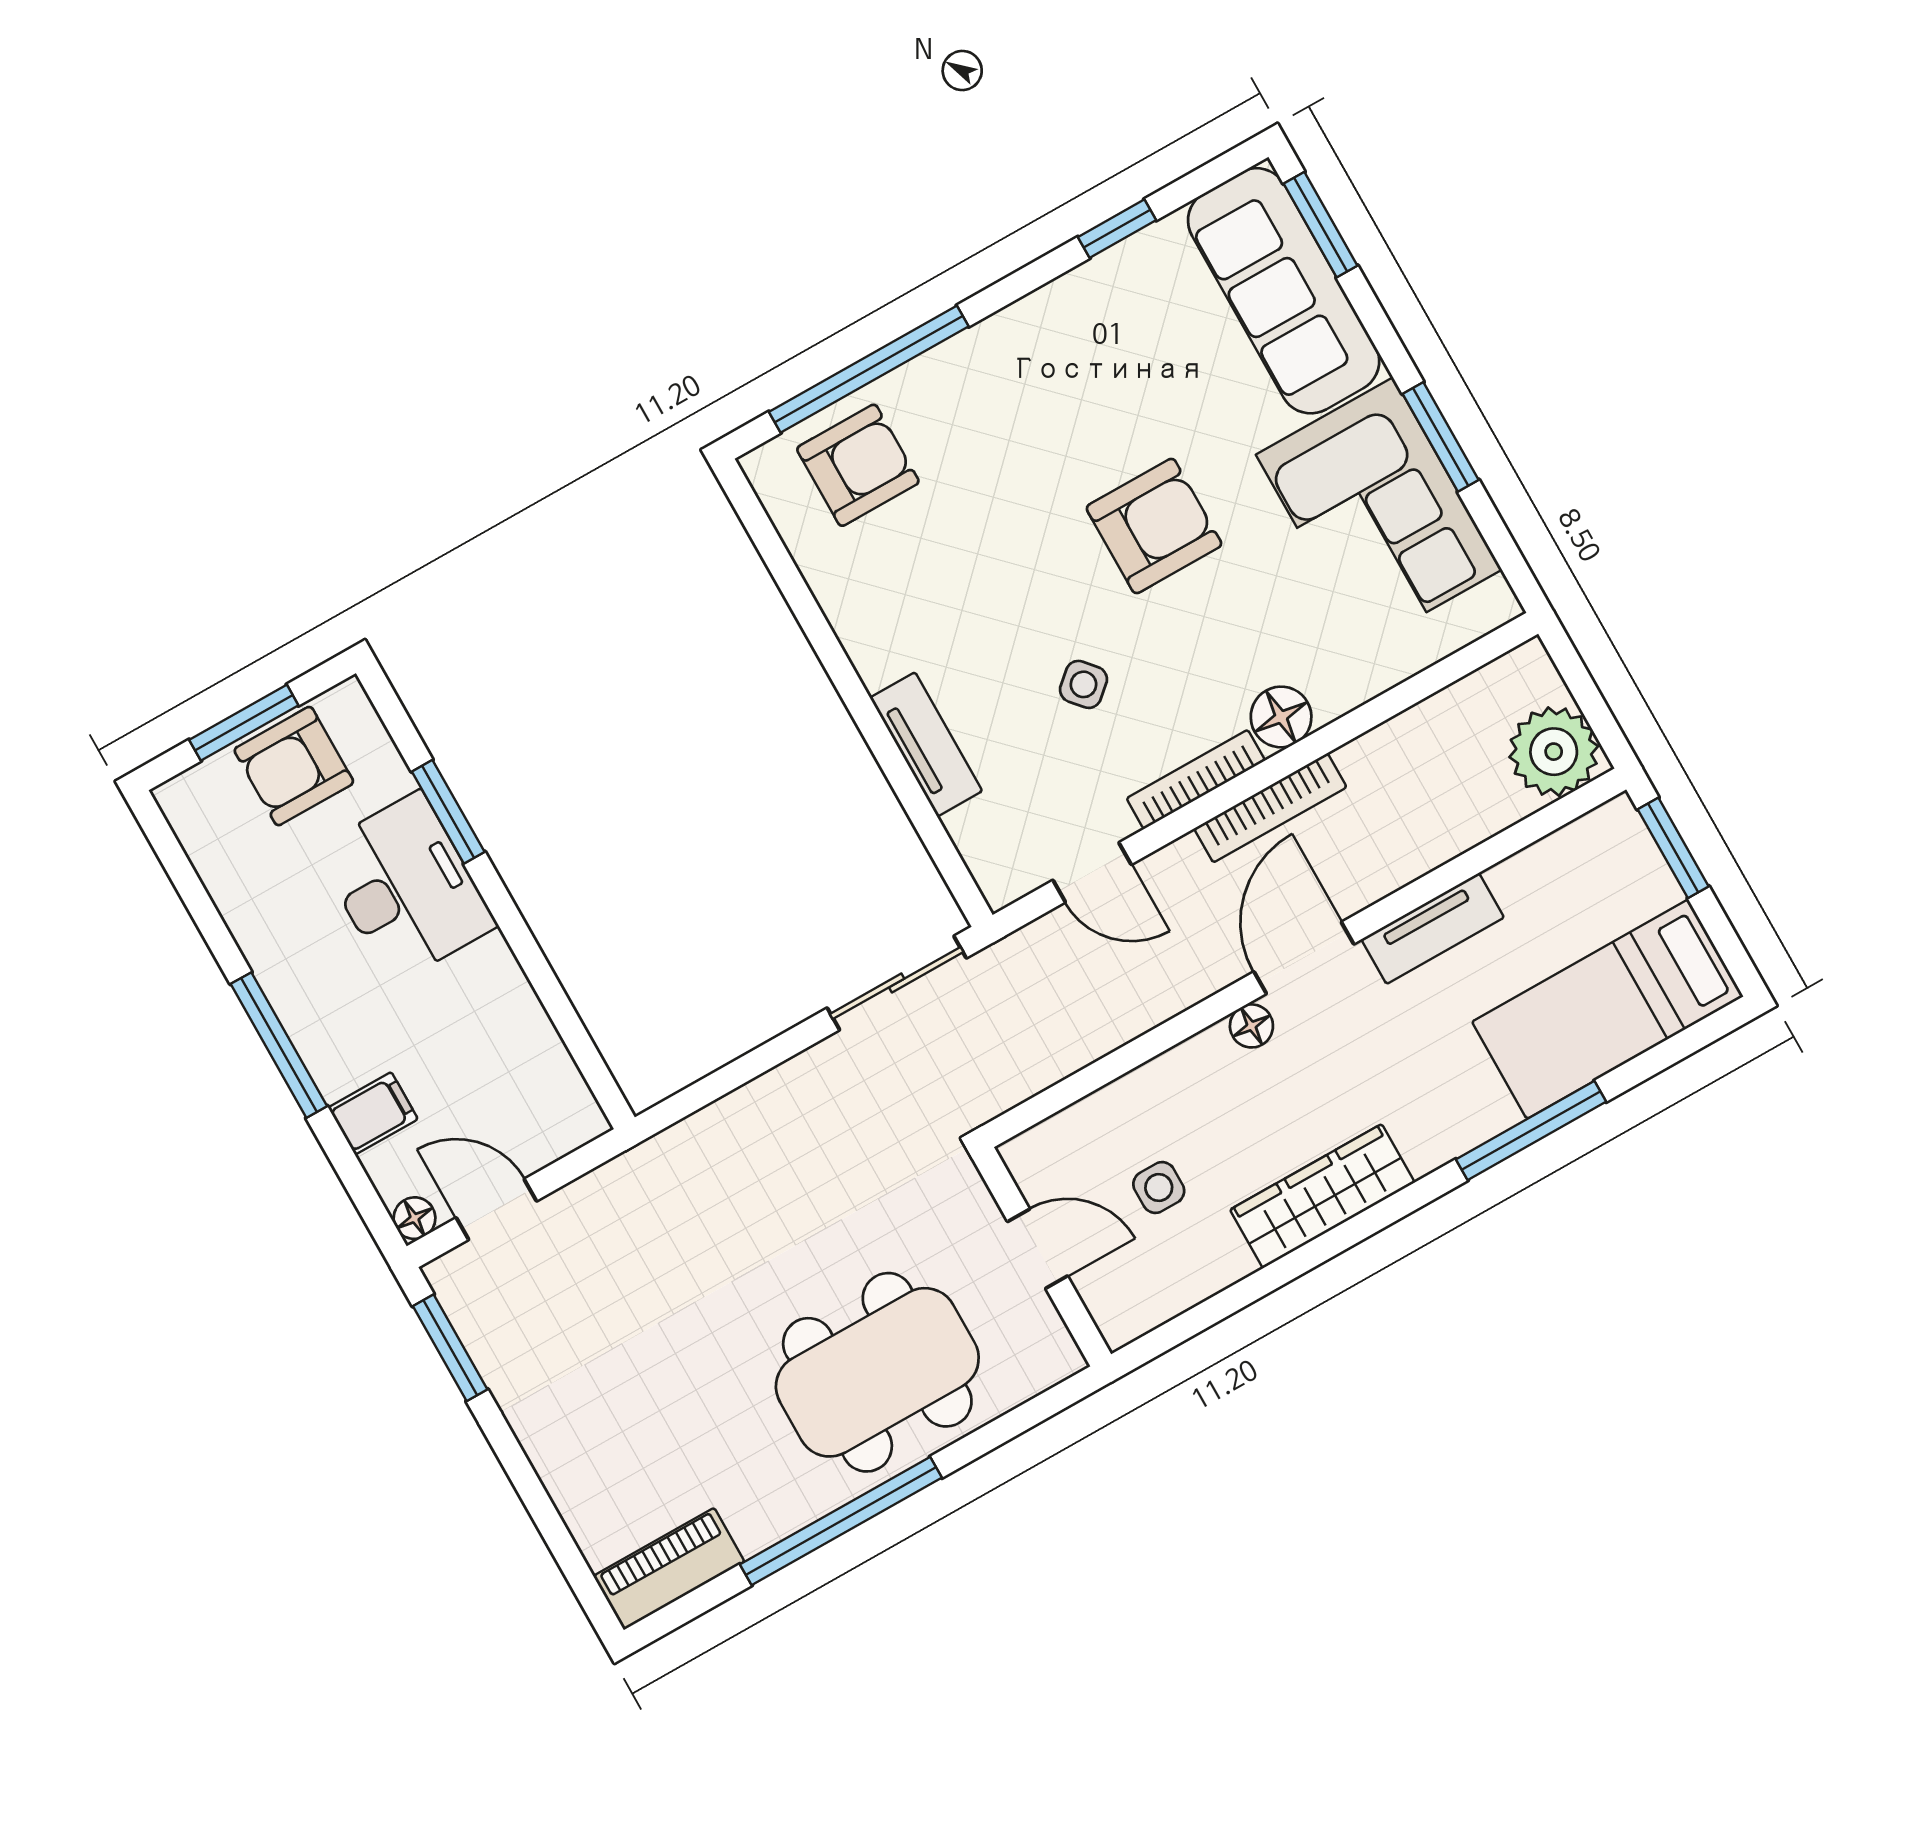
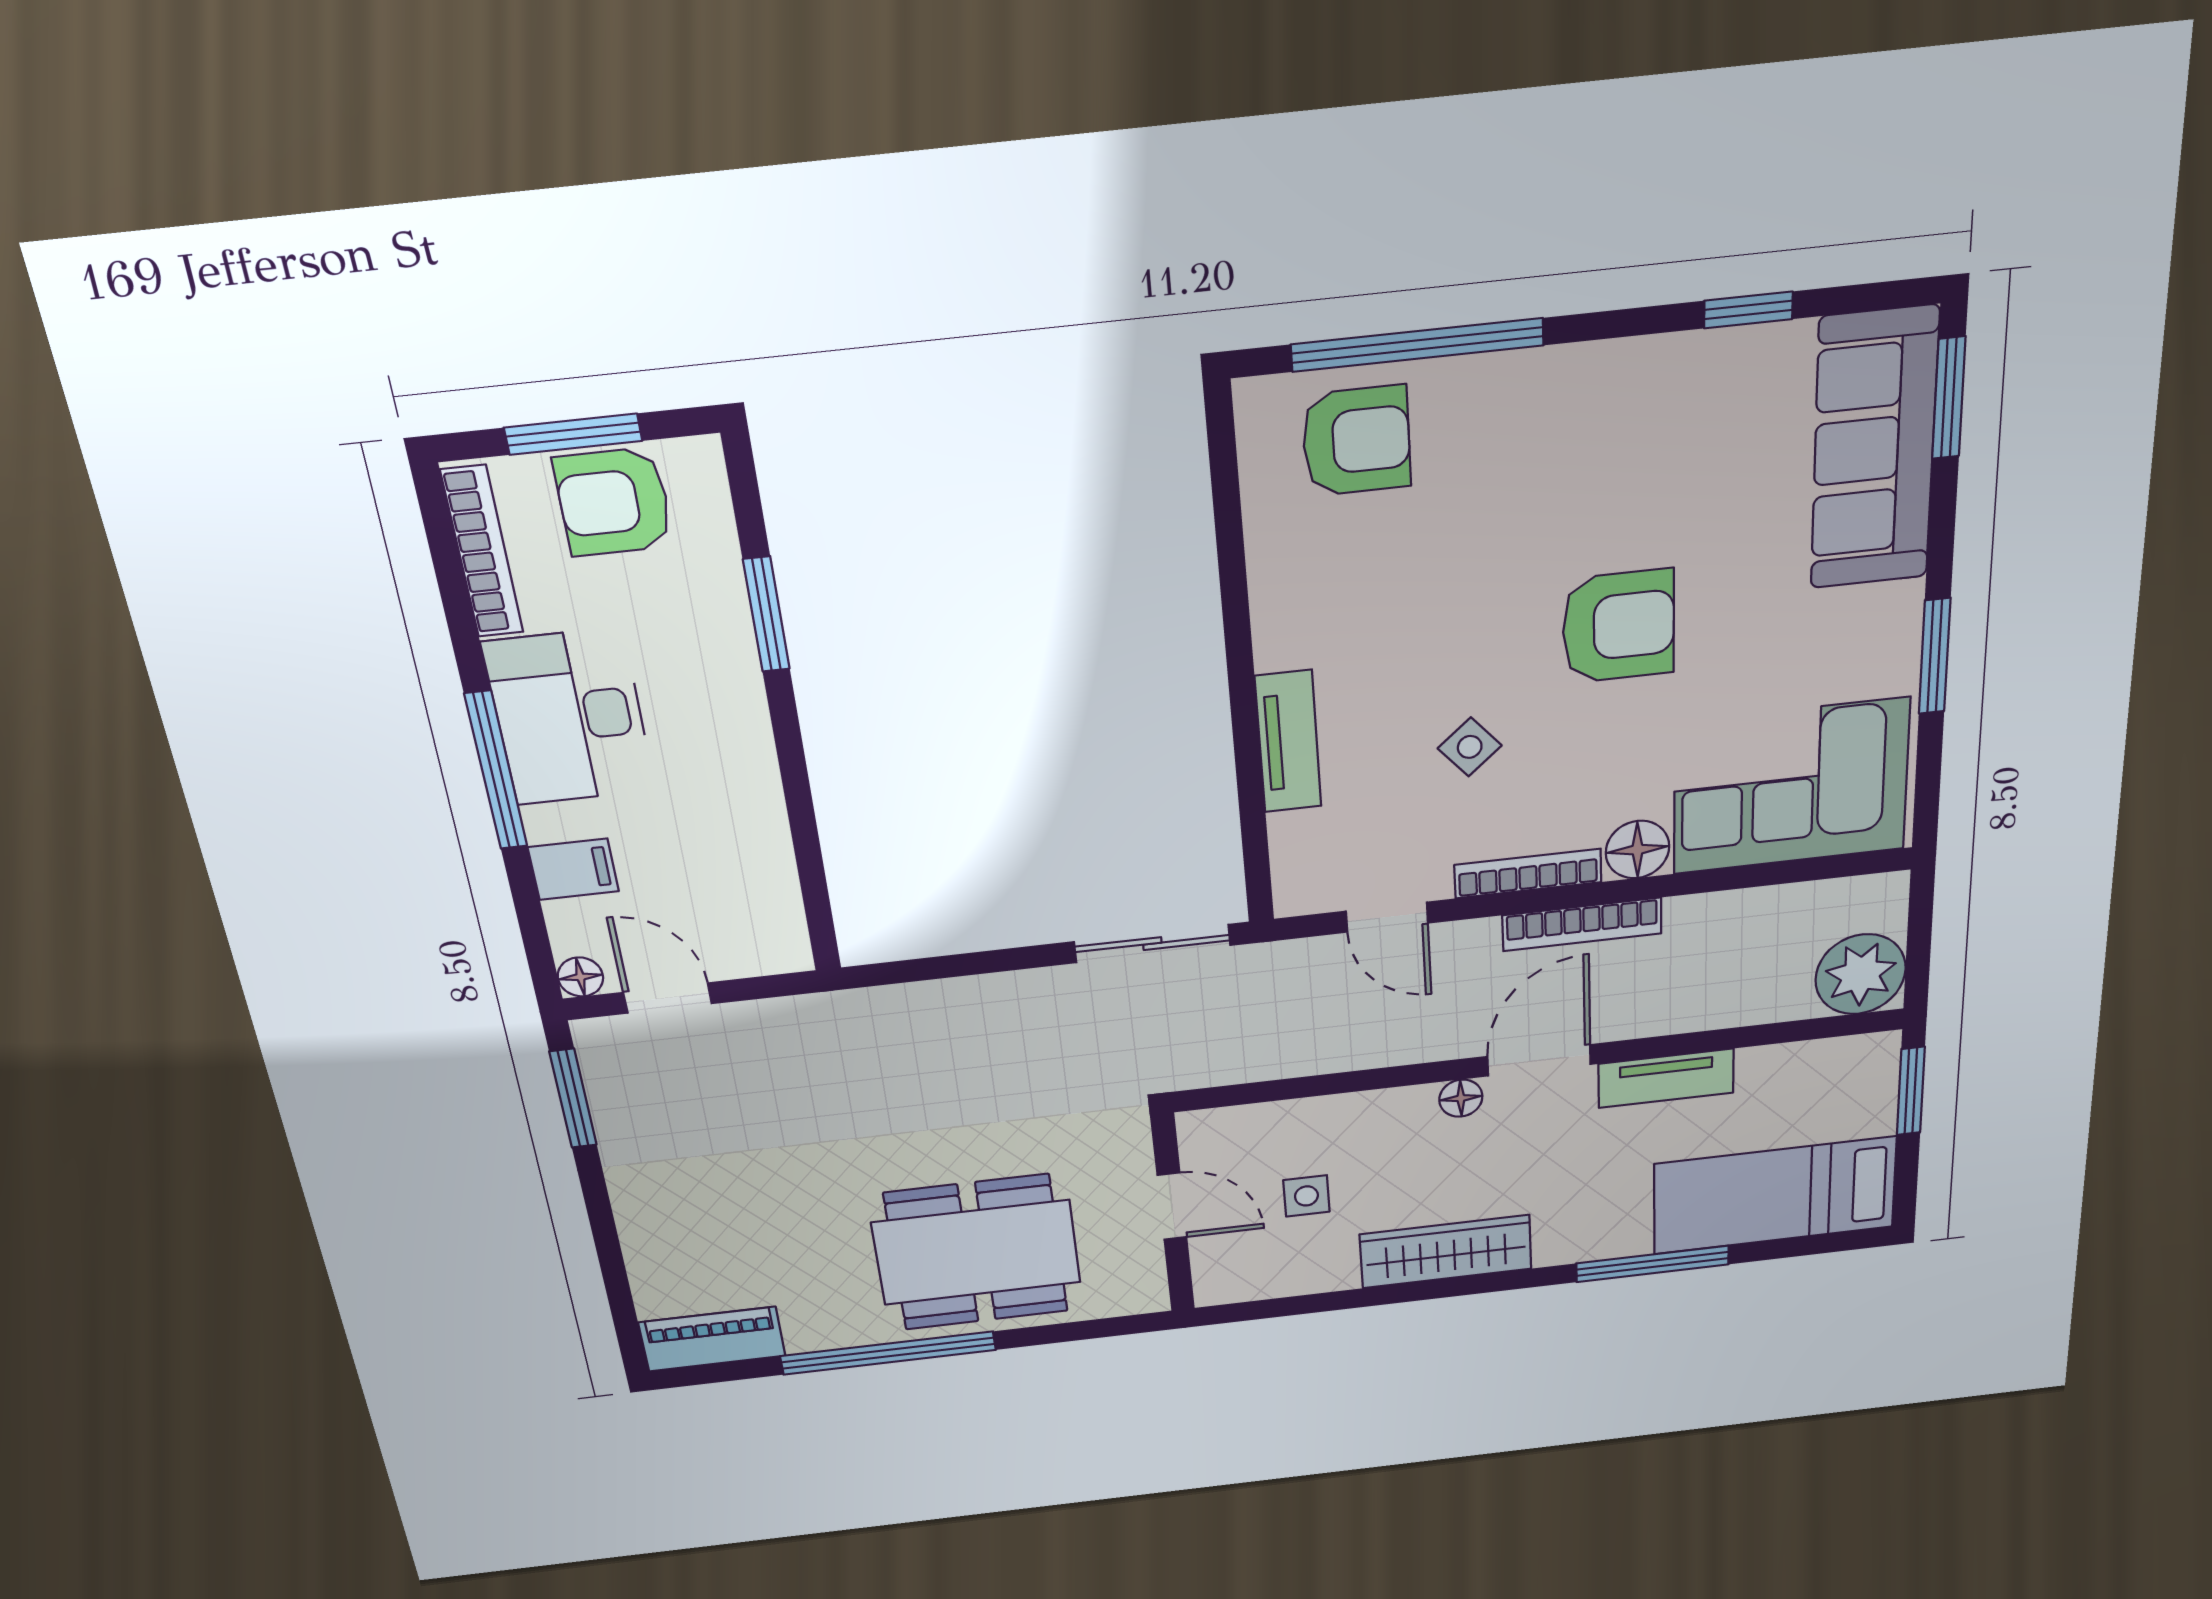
corner sofa: (1379, 512) -> (1791, 786), moved, turned 90
bookcase: (206, 852) -> (482, 552), added
desk: (406, 888) -> (569, 717), moved, turned 180

